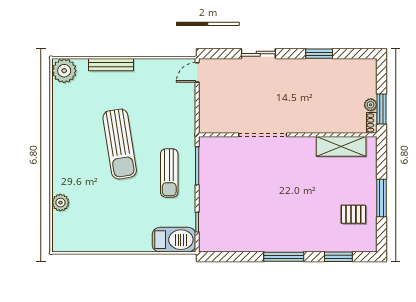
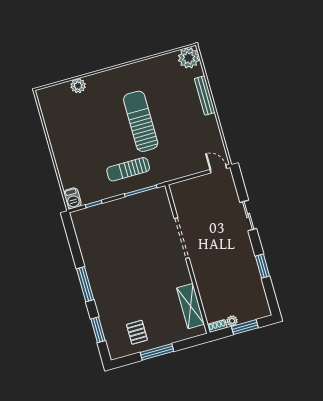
window: (381, 109) -> (245, 327), moved
sun lounger: (120, 144) -> (141, 121), turned 99
barbecue: (174, 240) -> (73, 198), width x0.53, depth x0.65

